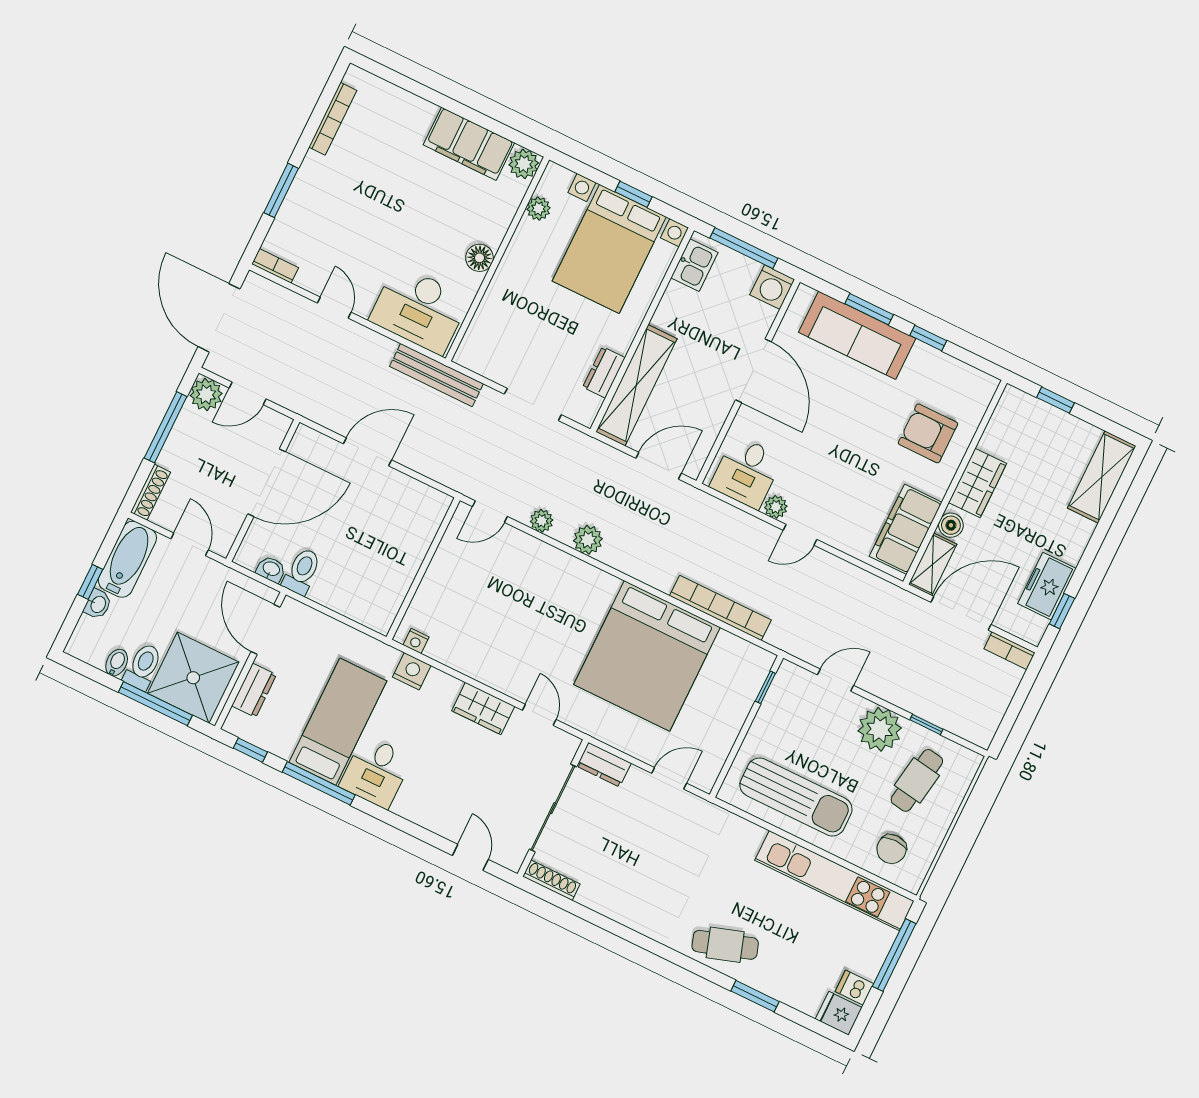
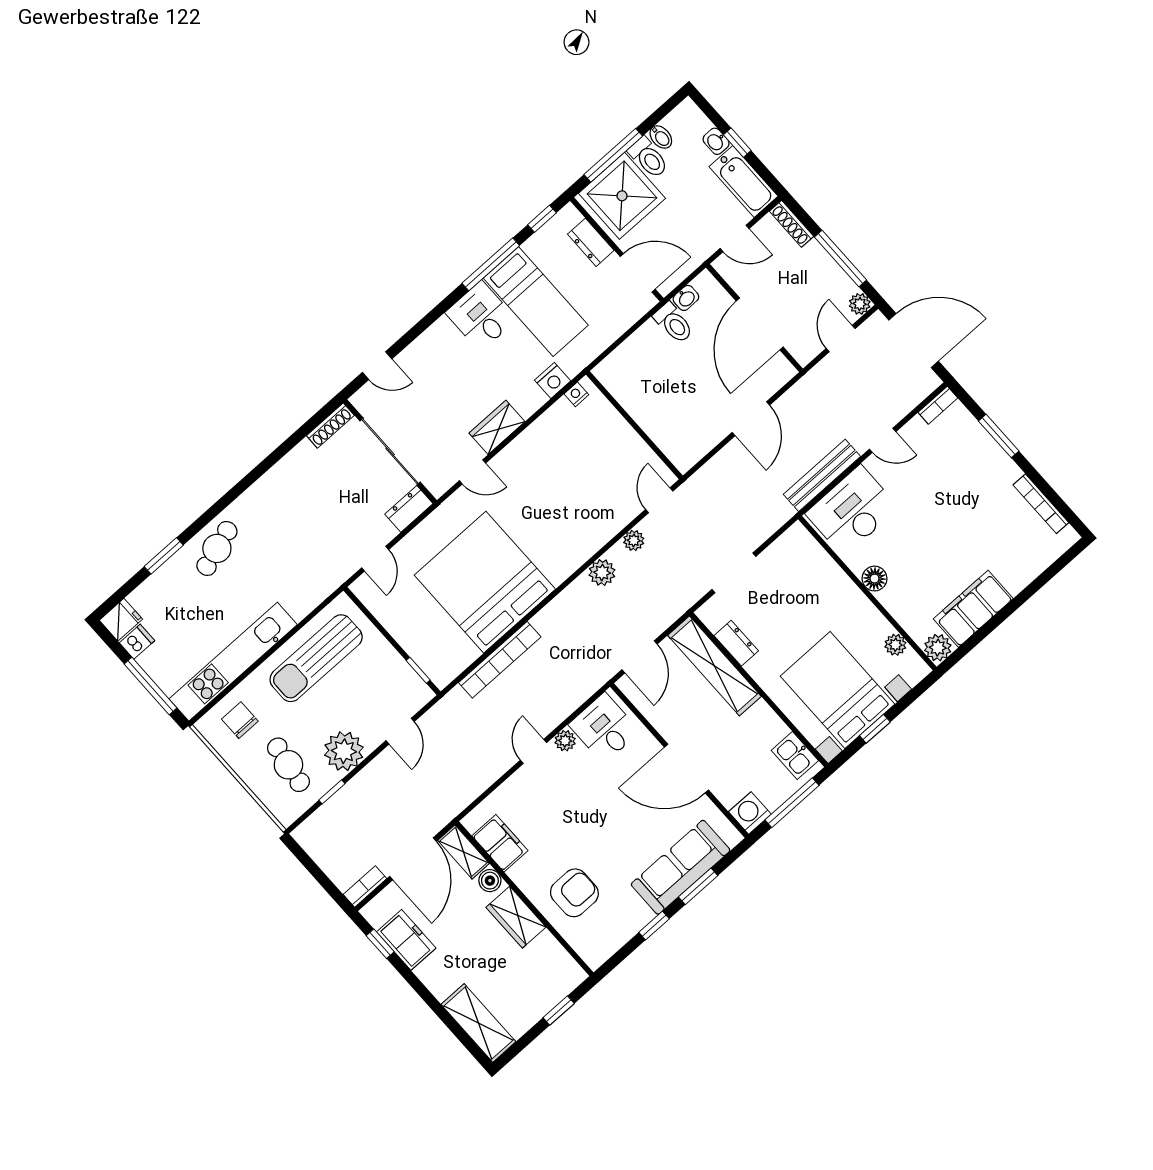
bench: (436, 375) -> (822, 475), moved
plant: (206, 395) -> (860, 304), width x0.73, depth x0.73
filing cabinet: (906, 529) -> (500, 843), width x0.67, depth x0.86

